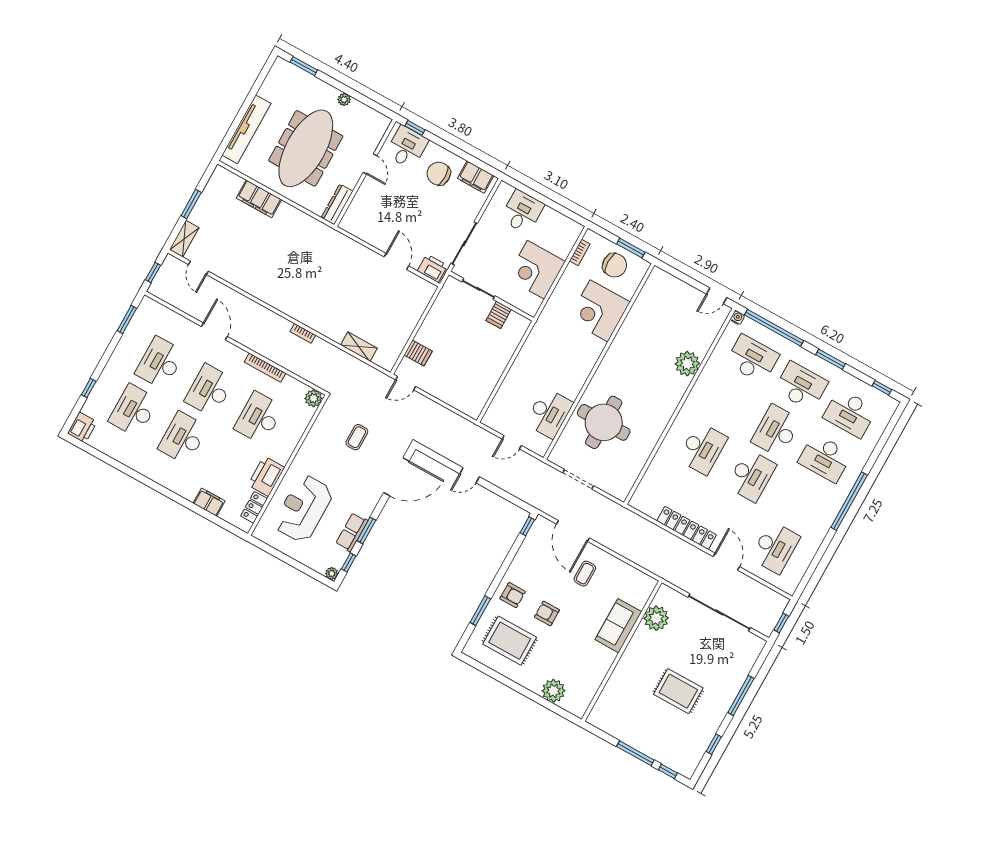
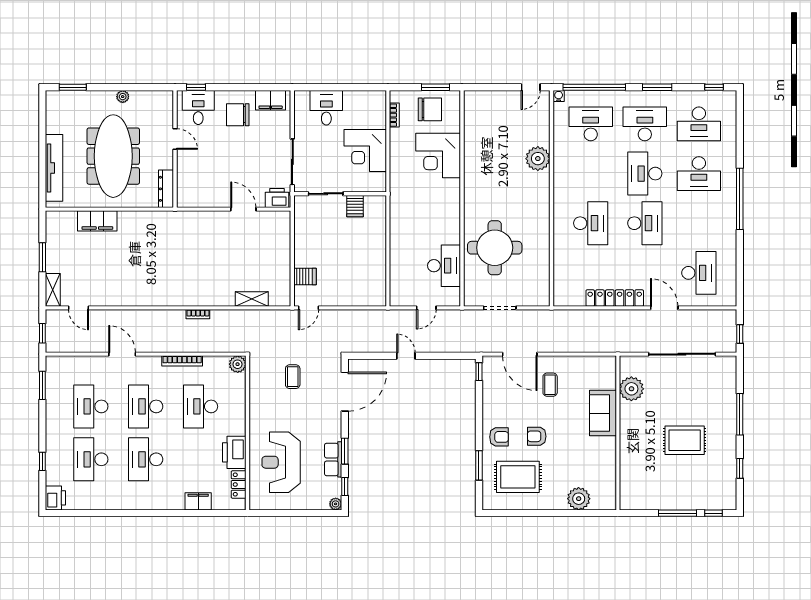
door: (470, 475) -> (406, 356), swing flipped

